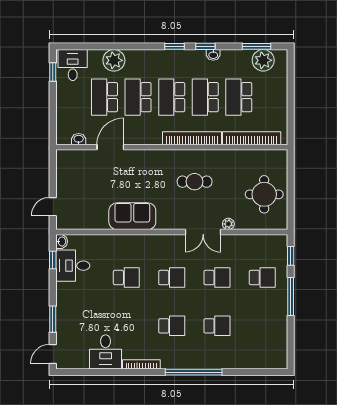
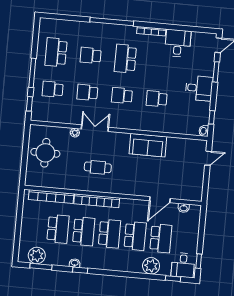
window: (175, 46) -> (173, 279), moved
desk: (73, 266) -> (199, 88), moved
school desk: (172, 326) -> (125, 59), width x1.85
school desk: (262, 326) -> (56, 52), added

